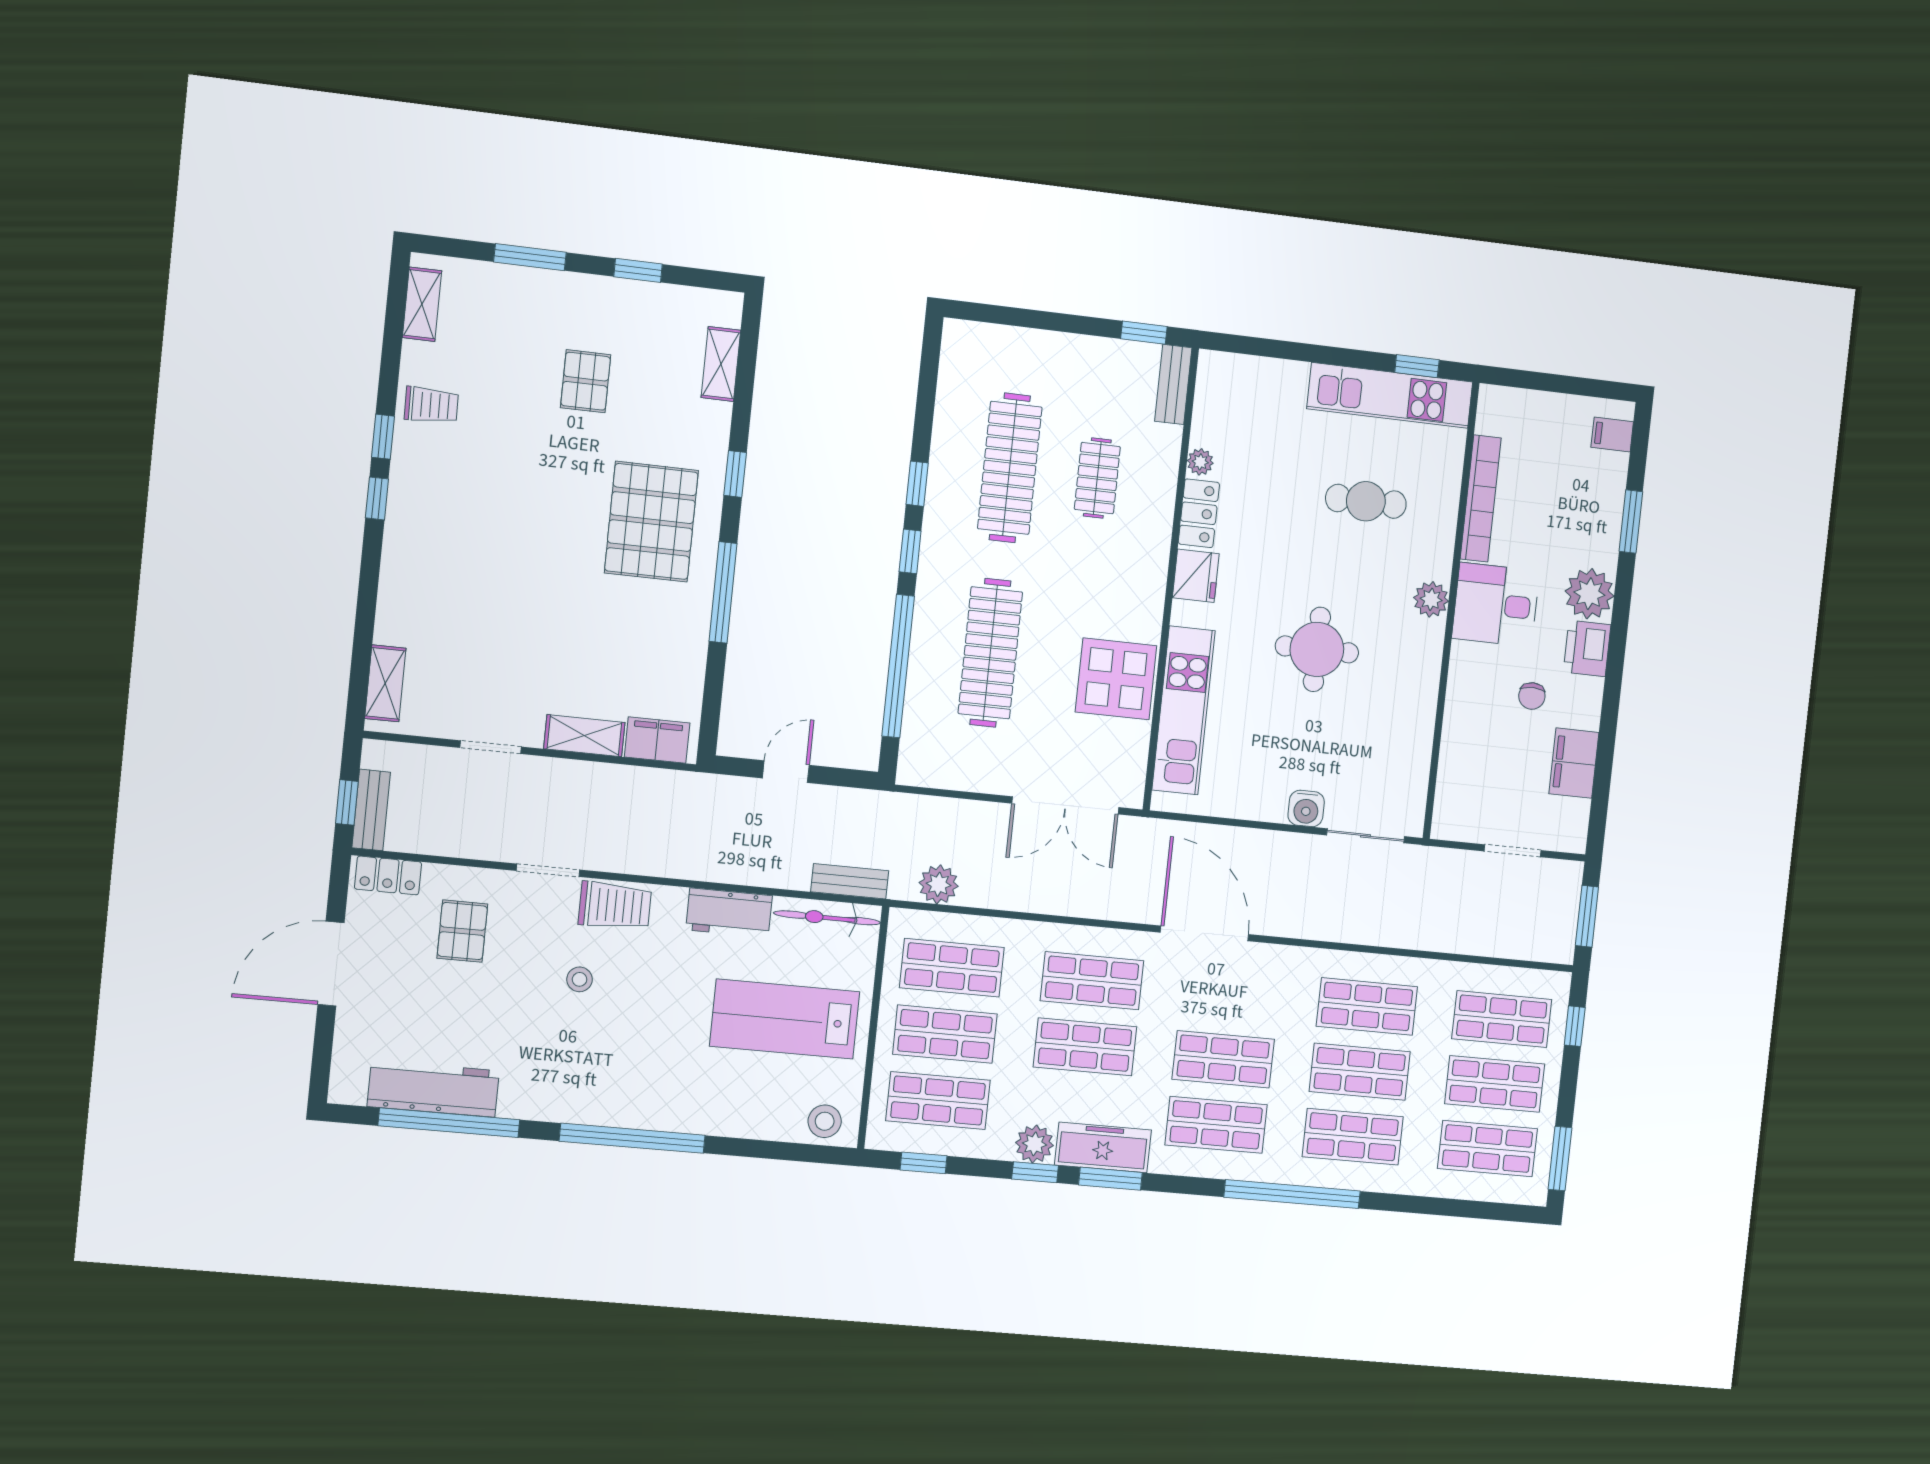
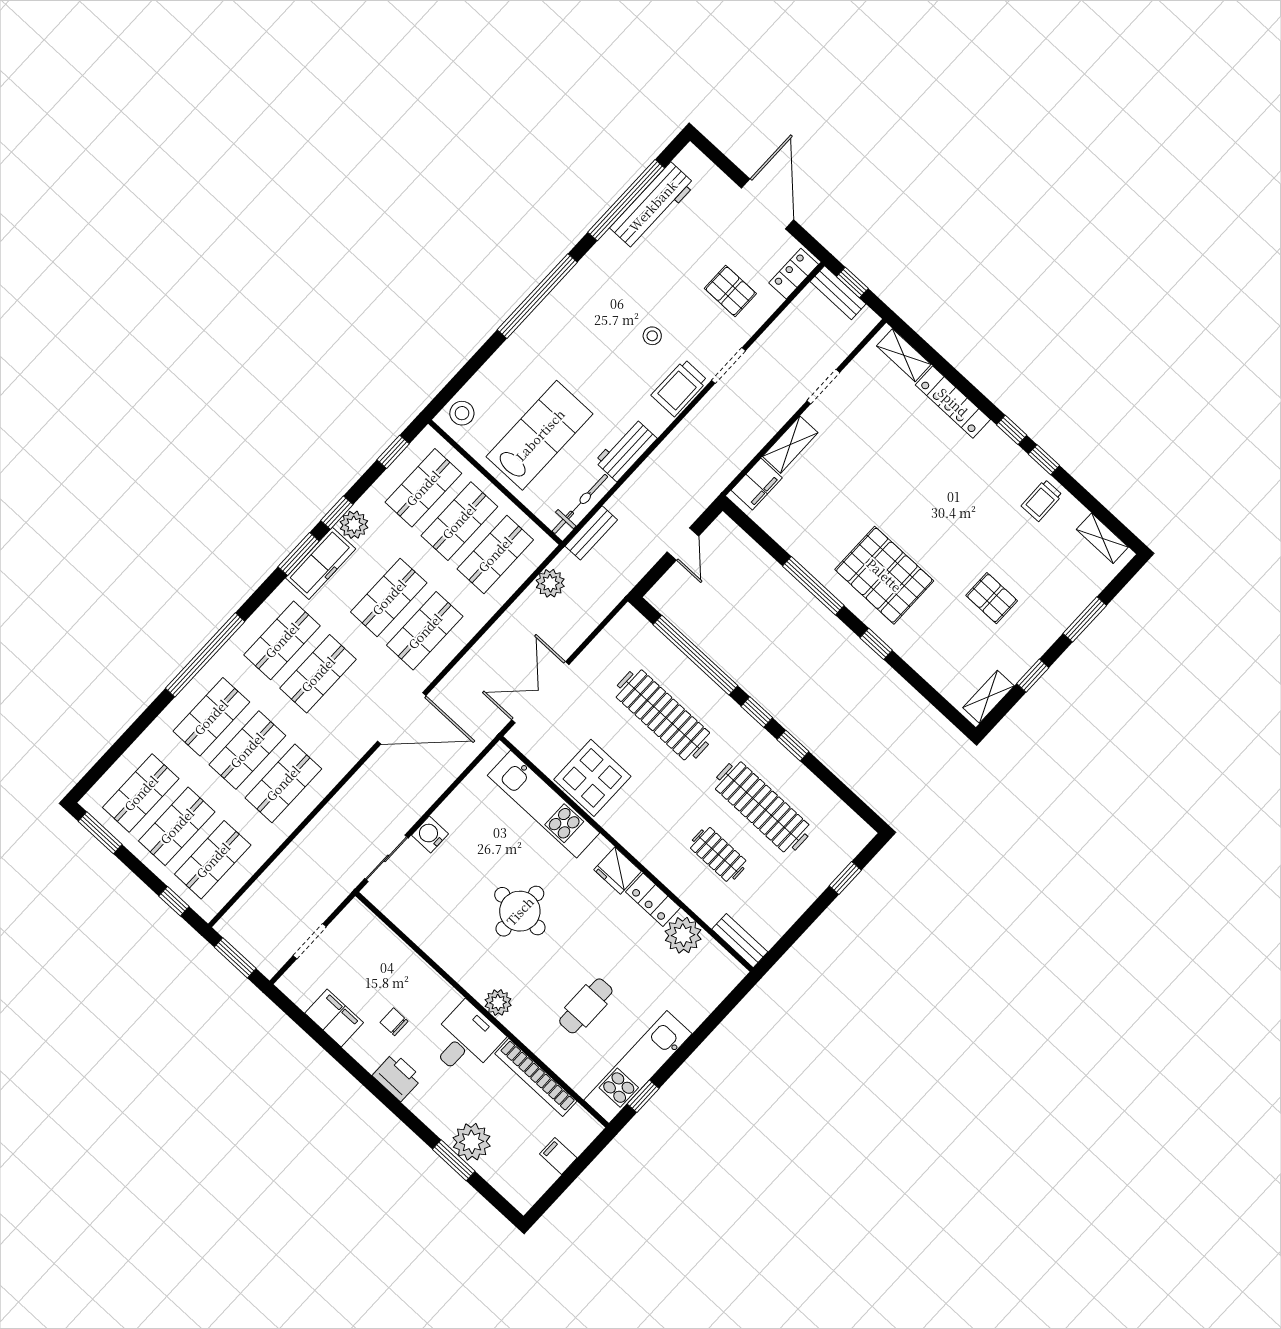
window: (1144, 333) -> (845, 878), moved
shelving: (721, 364) -> (988, 697), moved, turned 90
filing cabinet: (1612, 435) -> (558, 1156), moved, turned -90
plant: (1200, 462) -> (683, 935), width x1.88, depth x1.88
locker: (396, 589) -> (953, 402), added
plant: (1589, 594) -> (472, 1142), moved

